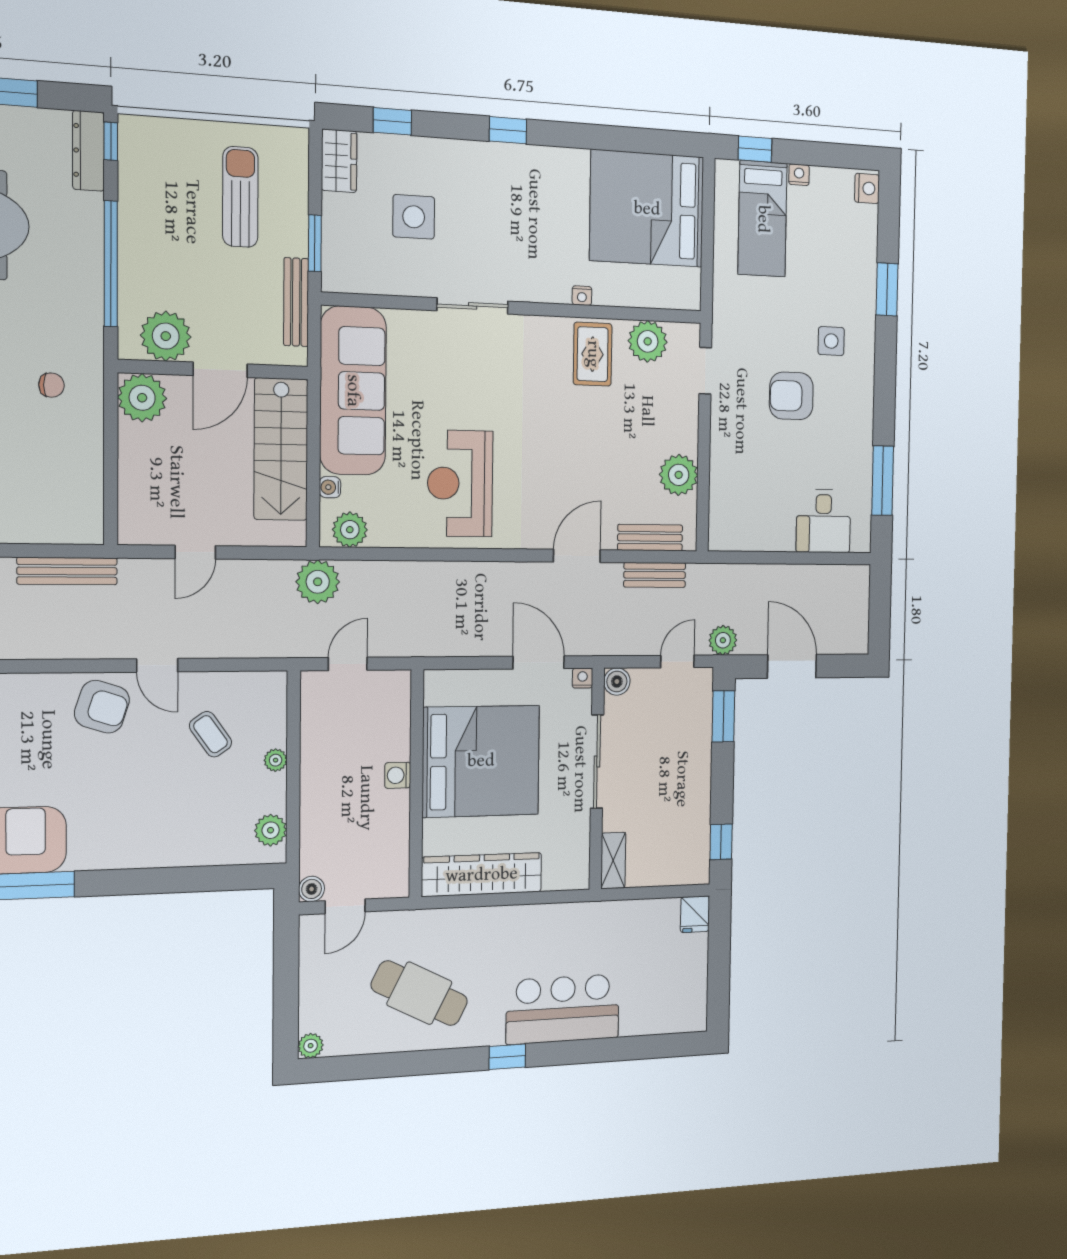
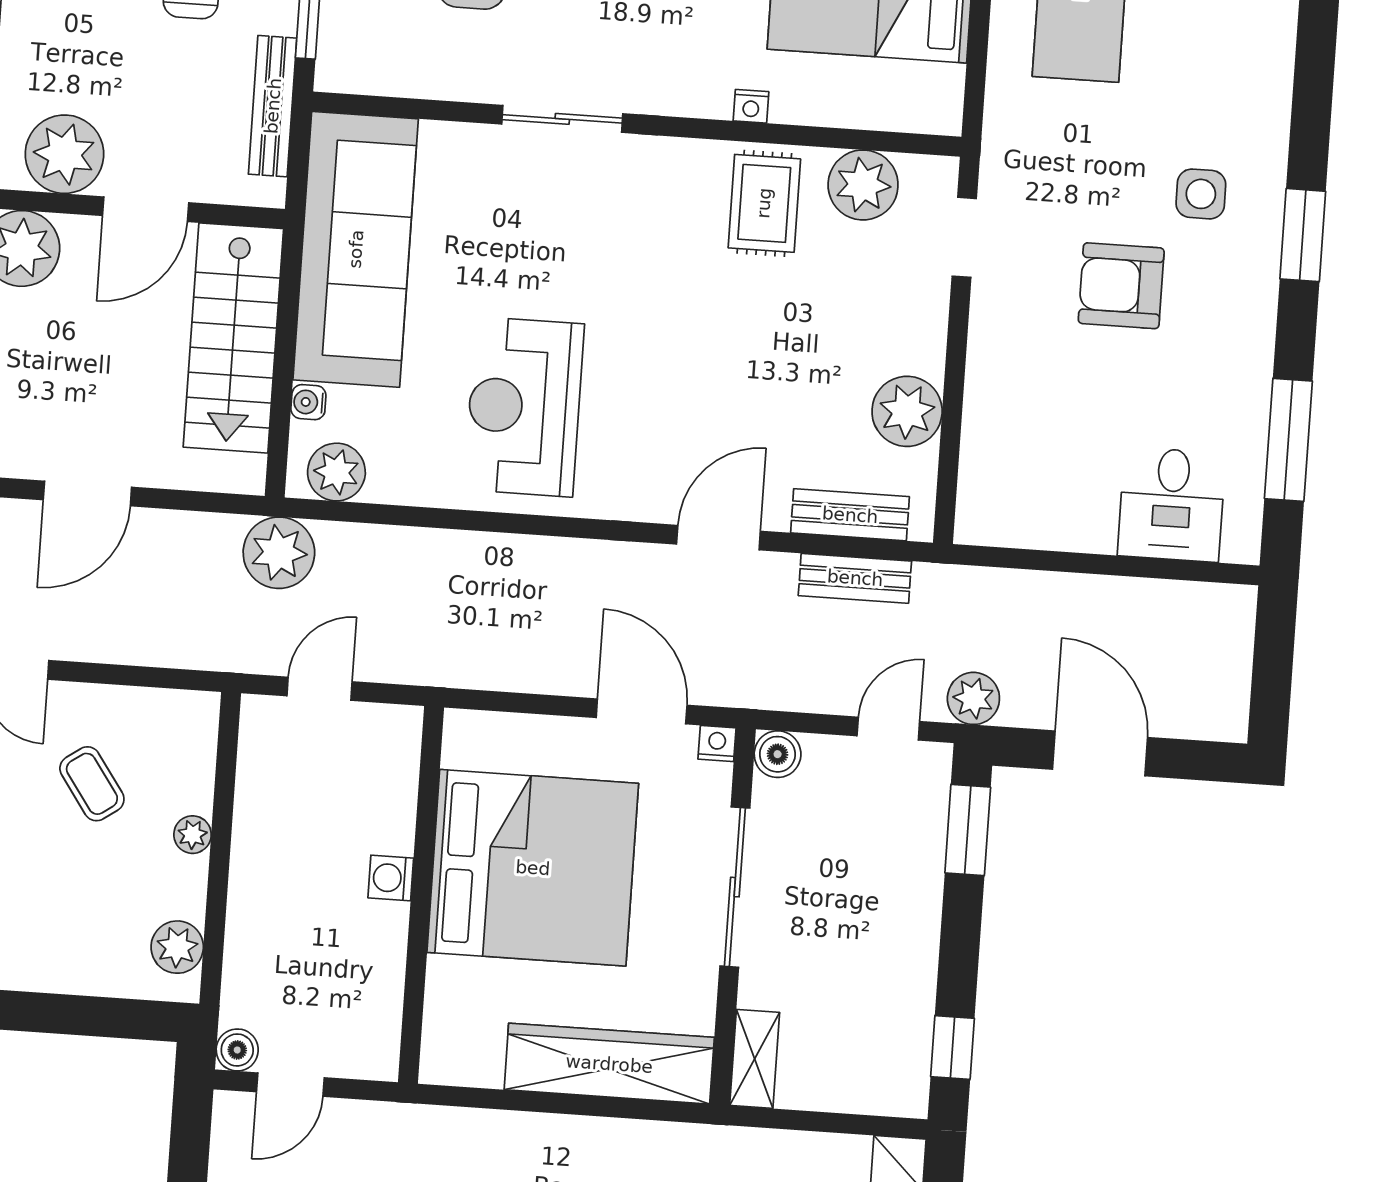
window: (887, 289) -> (1303, 235), moved
door: (195, 552) -> (87, 494), width x1.38
wardrobe: (482, 875) -> (609, 1064), moved

